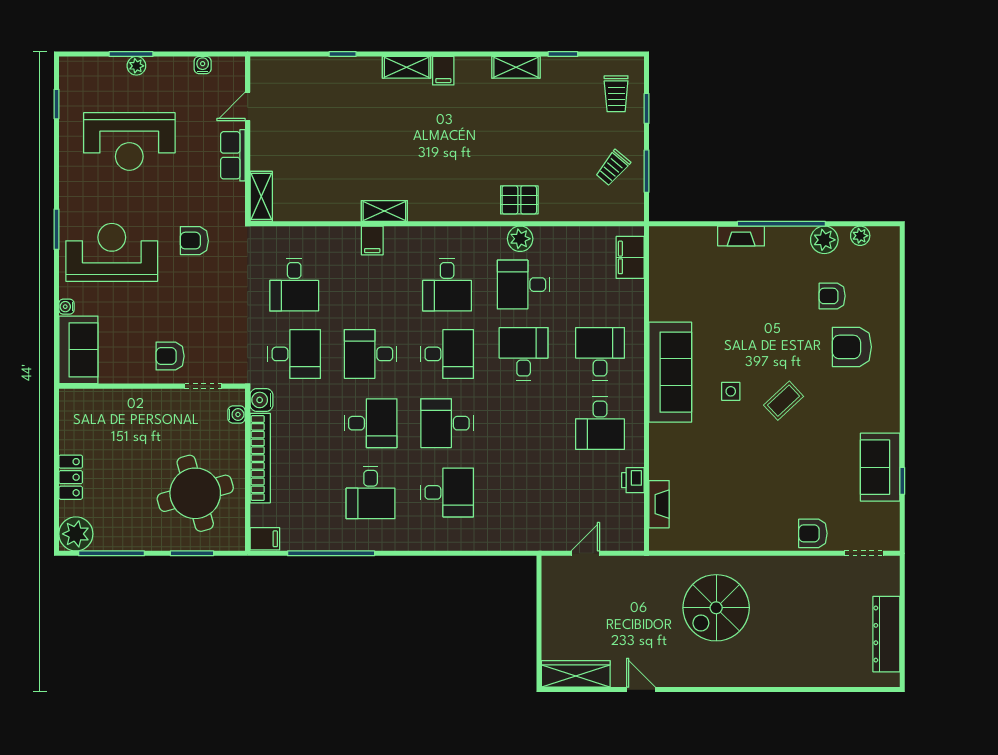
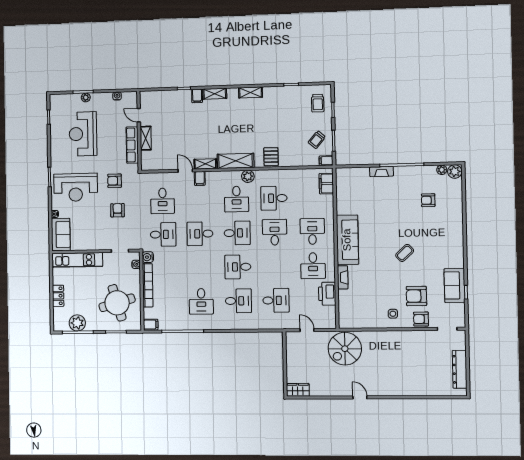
shelving: (516, 67) -> (251, 92), moved
filing cabinet: (443, 71) -> (197, 96), moved
door: (248, 106) -> (139, 115), hinge flipped
reception desk: (129, 141) -> (83, 134), turned 90
row of seats: (233, 155) -> (132, 145), width x1.48
shelving: (261, 196) -> (146, 138), moved
pallet: (519, 200) -> (271, 157), turned 90
shelving: (447, 206) -> (236, 161), added
filing cabinet: (631, 211) -> (326, 161), added
door: (342, 224) -> (185, 171), added
plant: (520, 239) -> (248, 176), moved
plant: (824, 240) -> (455, 171), moved
reception desk: (112, 252) -> (76, 187), turned 180
armchair: (852, 347) -> (416, 296), moved
armchair: (170, 356) -> (117, 210), moved, turned 90
side table: (731, 391) -> (393, 314), moved
kitchen unit: (113, 403) -> (78, 260), added
desk: (371, 423) -> (276, 300), moved
printer: (633, 480) -> (327, 294), width x1.87, depth x1.48
fireplace: (659, 504) -> (343, 277), moved
plant: (76, 534) -> (77, 323), moved
door: (585, 553) -> (307, 330), hinge flipped
spiral stairs: (716, 608) -> (345, 349), moved
wardrobe: (576, 674) -> (298, 390), width x0.67
door: (641, 690) -> (360, 397), moved

